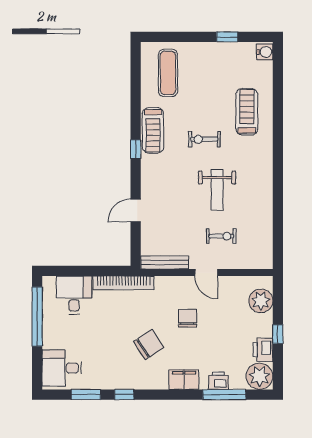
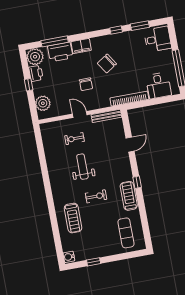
printer: (218, 381) -> (60, 52), width x1.87, depth x1.48

